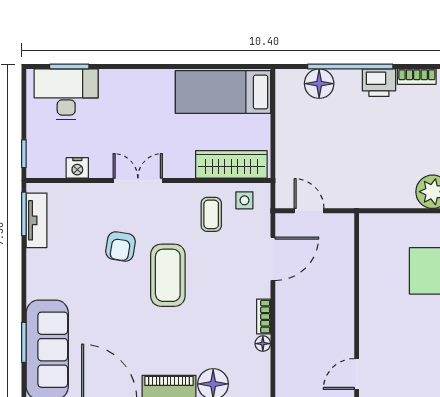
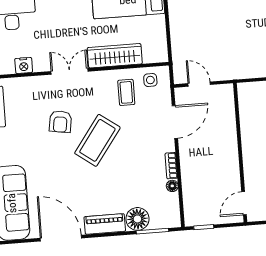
wardrobe: (231, 164) -> (115, 56), moved
coffee table: (168, 275) -> (97, 140), turned 36

